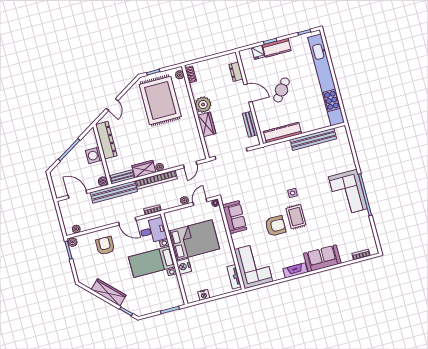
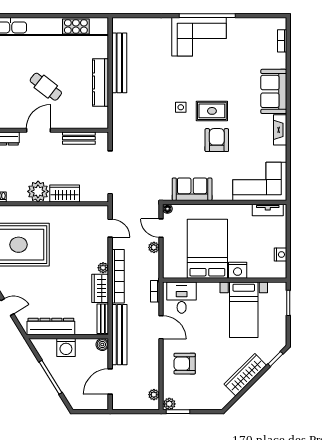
kitchen counter: (283, 133) -> (100, 82), moved
door: (127, 221) -> (161, 327), hinge flipped
bed with nightstands: (152, 262) -> (244, 310), moved

